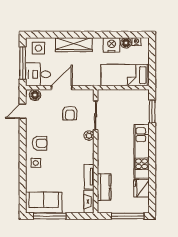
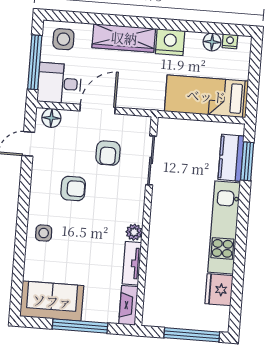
nightstand: (112, 45) -> (170, 42), moved
plant: (89, 136) -> (134, 232), moved
armchair: (40, 143) -> (73, 188), moved
kitchen counter: (104, 187) -> (231, 158), moved, turned 180
window: (50, 216) -> (80, 326), moved

